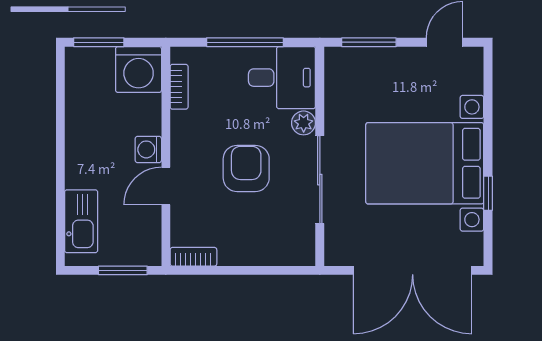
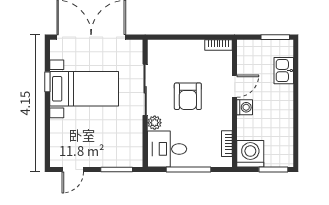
bed with nightstands: (425, 163) -> (84, 89), width x0.73
kitchen sink: (81, 221) -> (284, 71), width x0.73
window: (123, 270) -> (275, 37), moved

